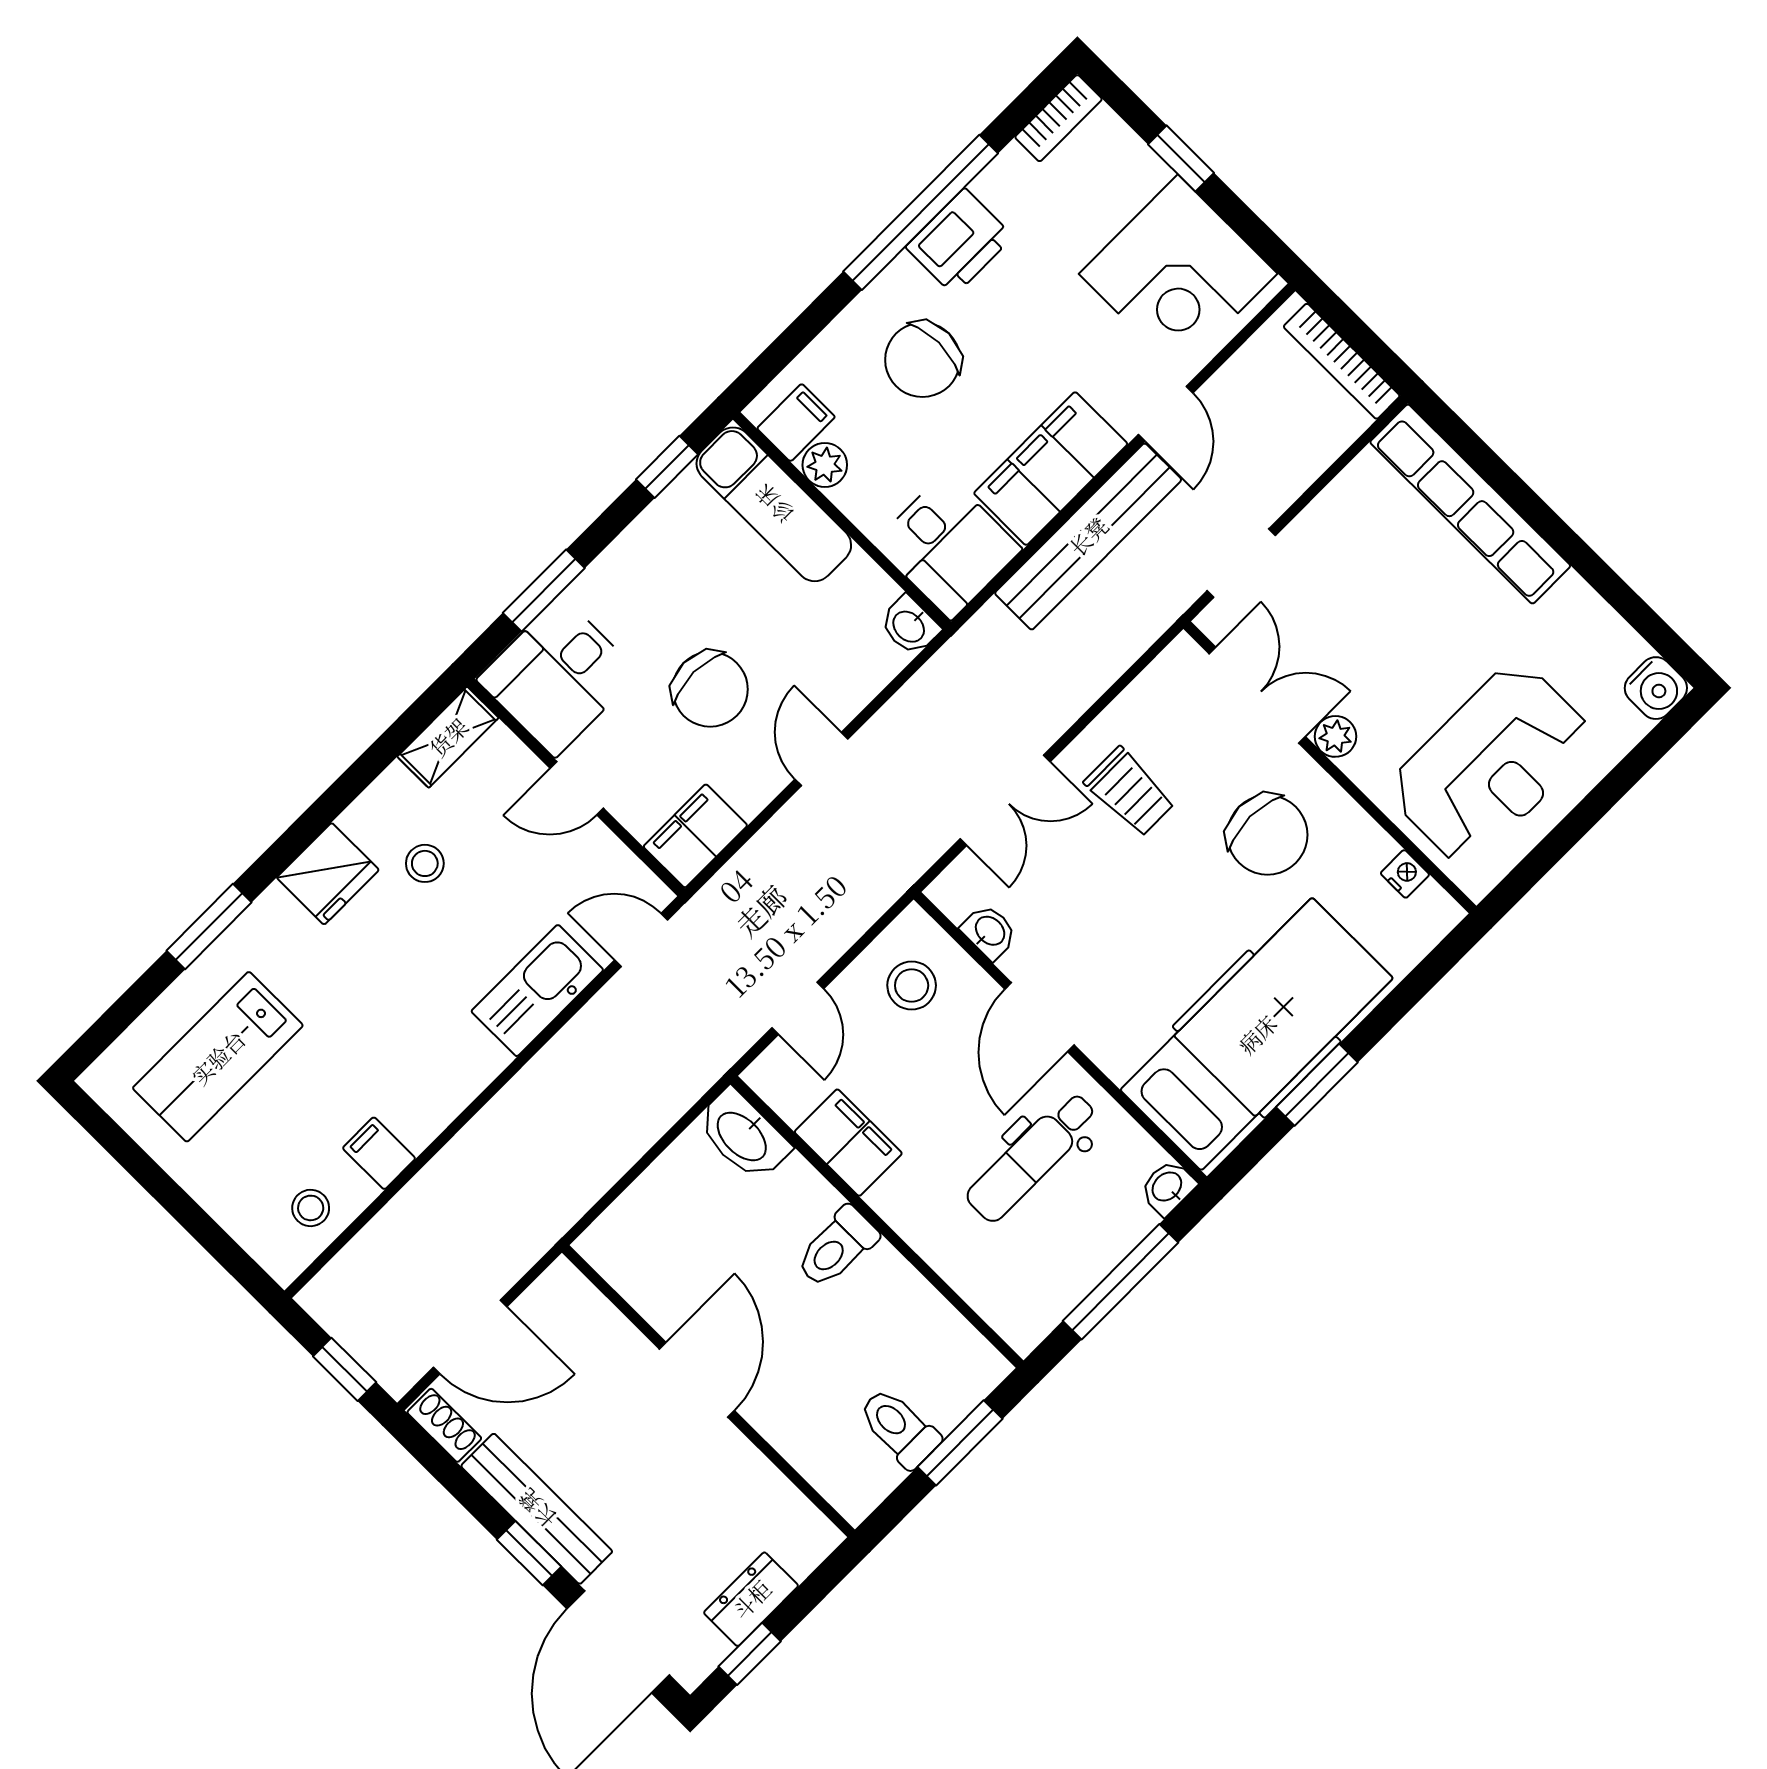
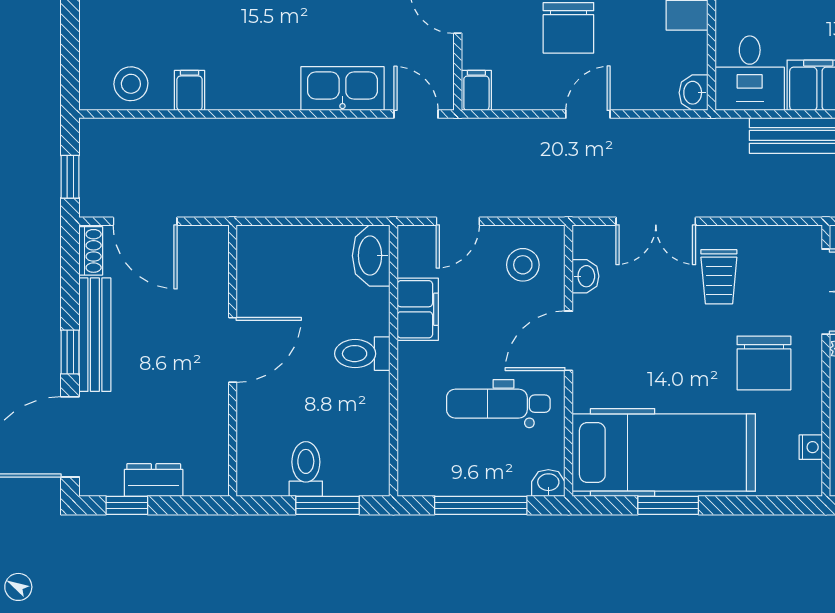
filing cabinet: (695, 836) -> (476, 90), width x0.50
stool: (311, 1208) -> (131, 84), width x1.37, depth x1.37

